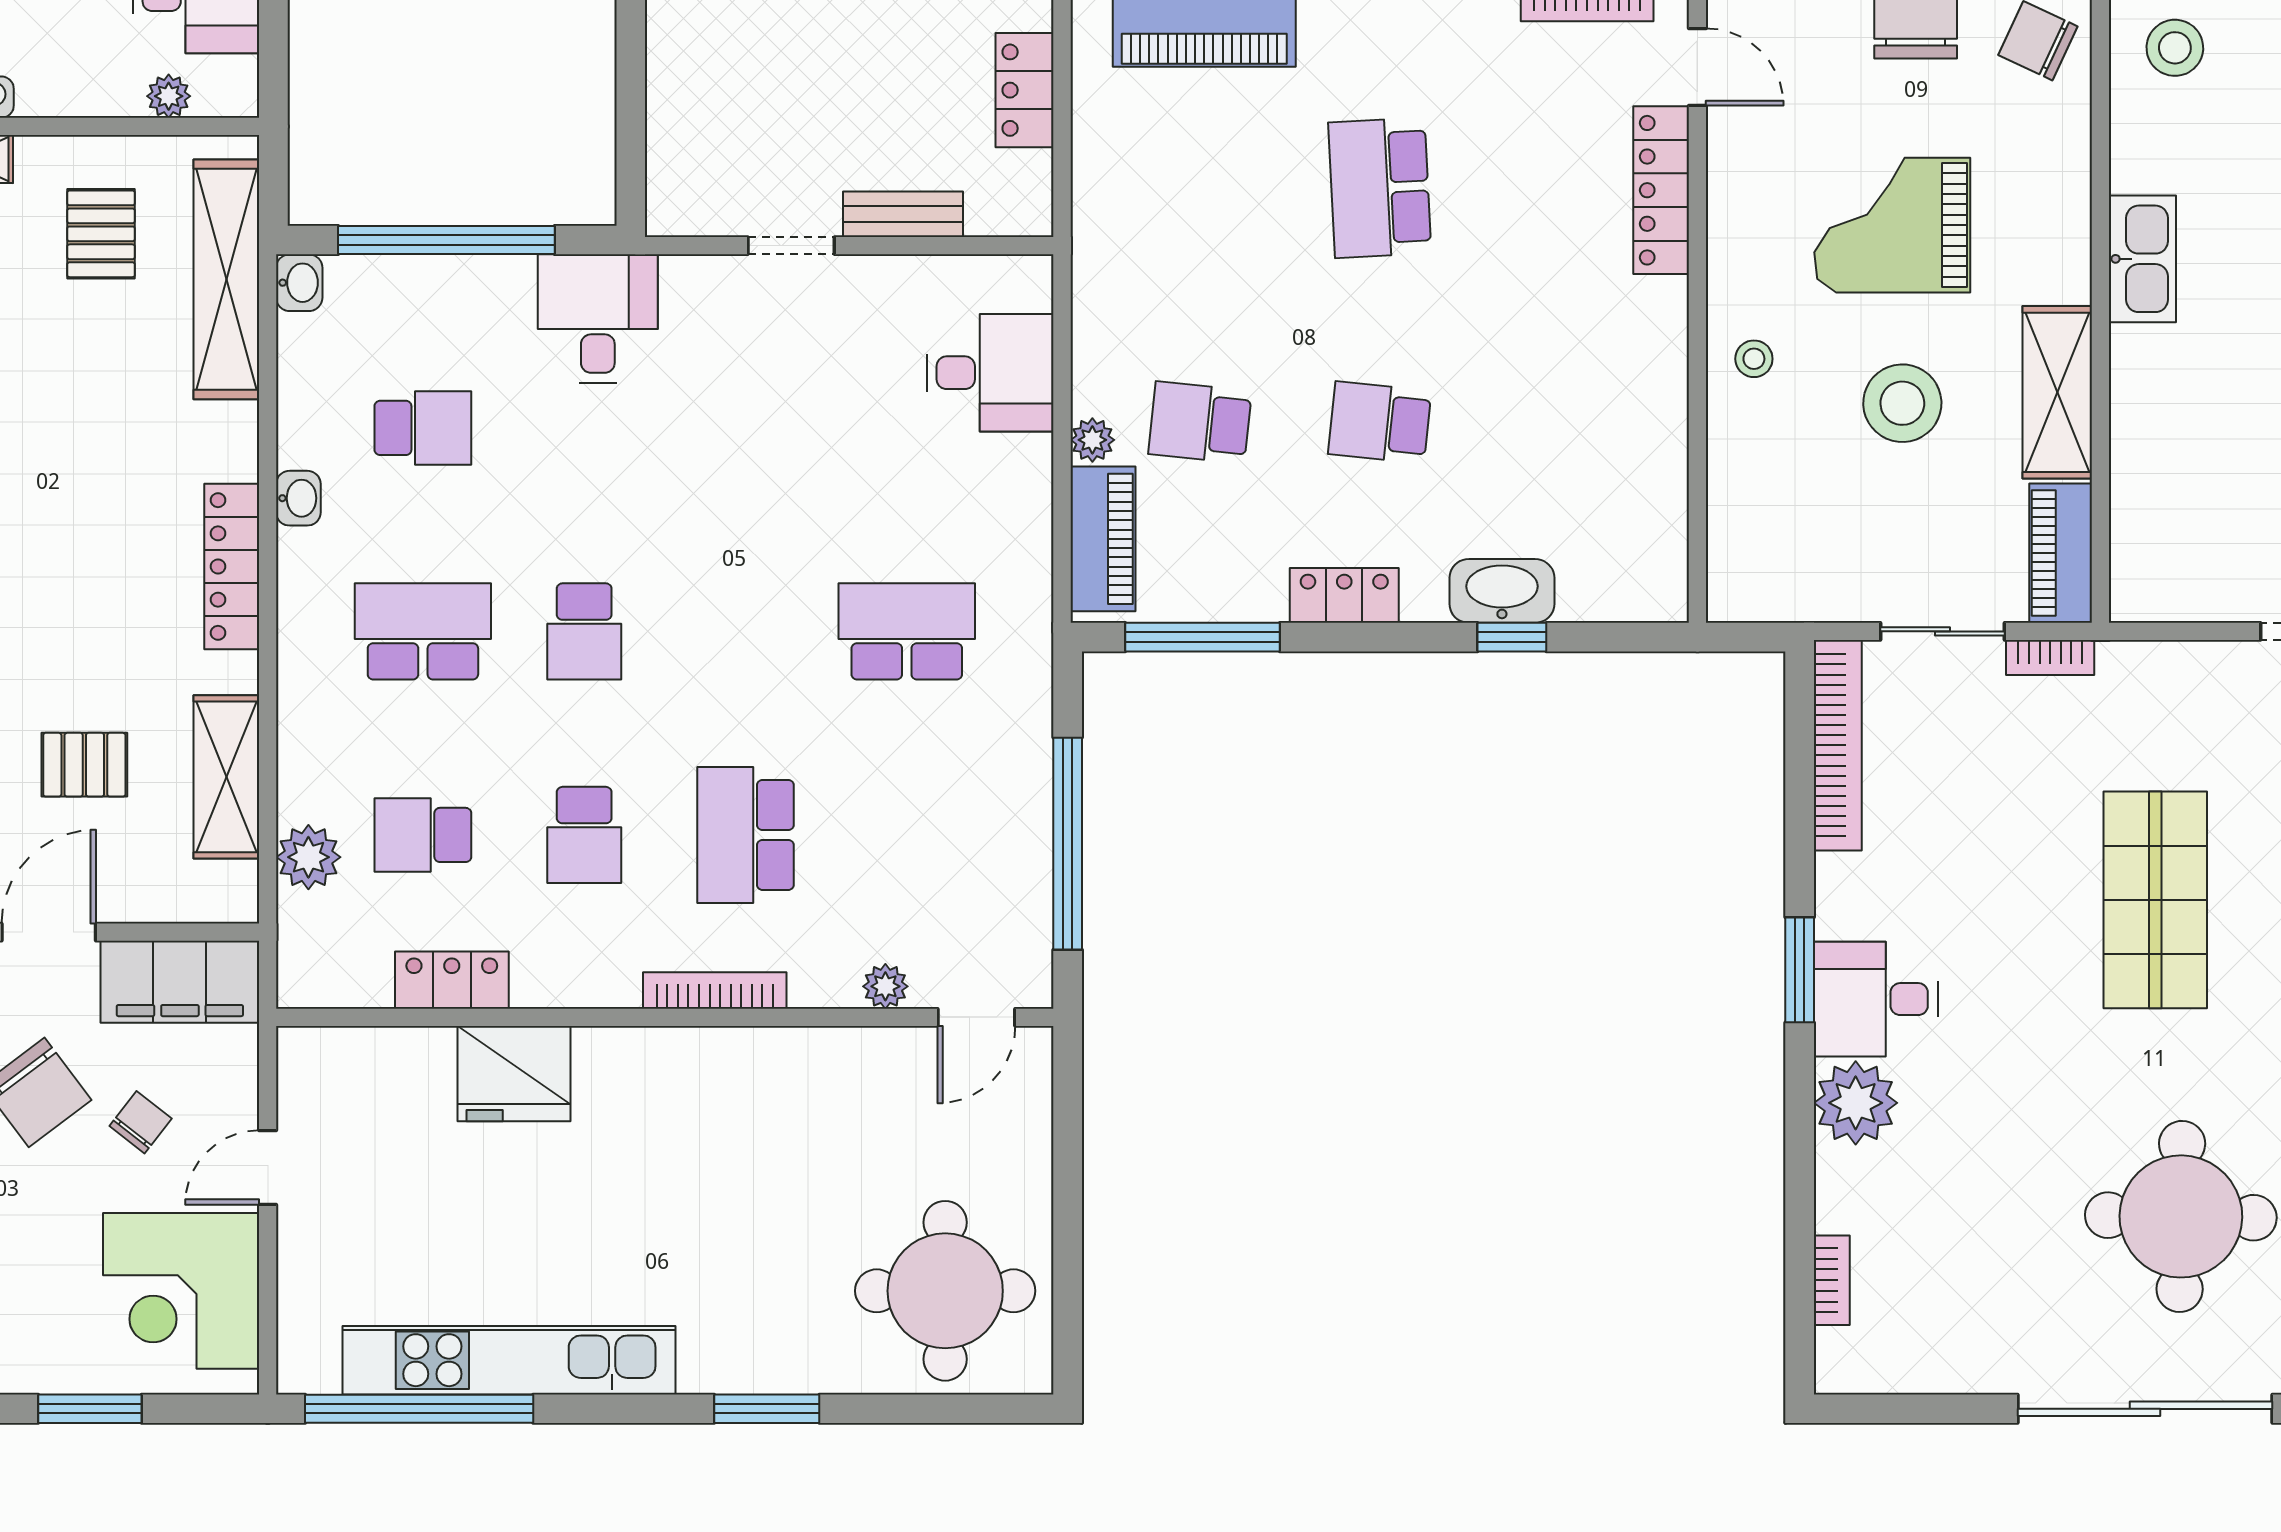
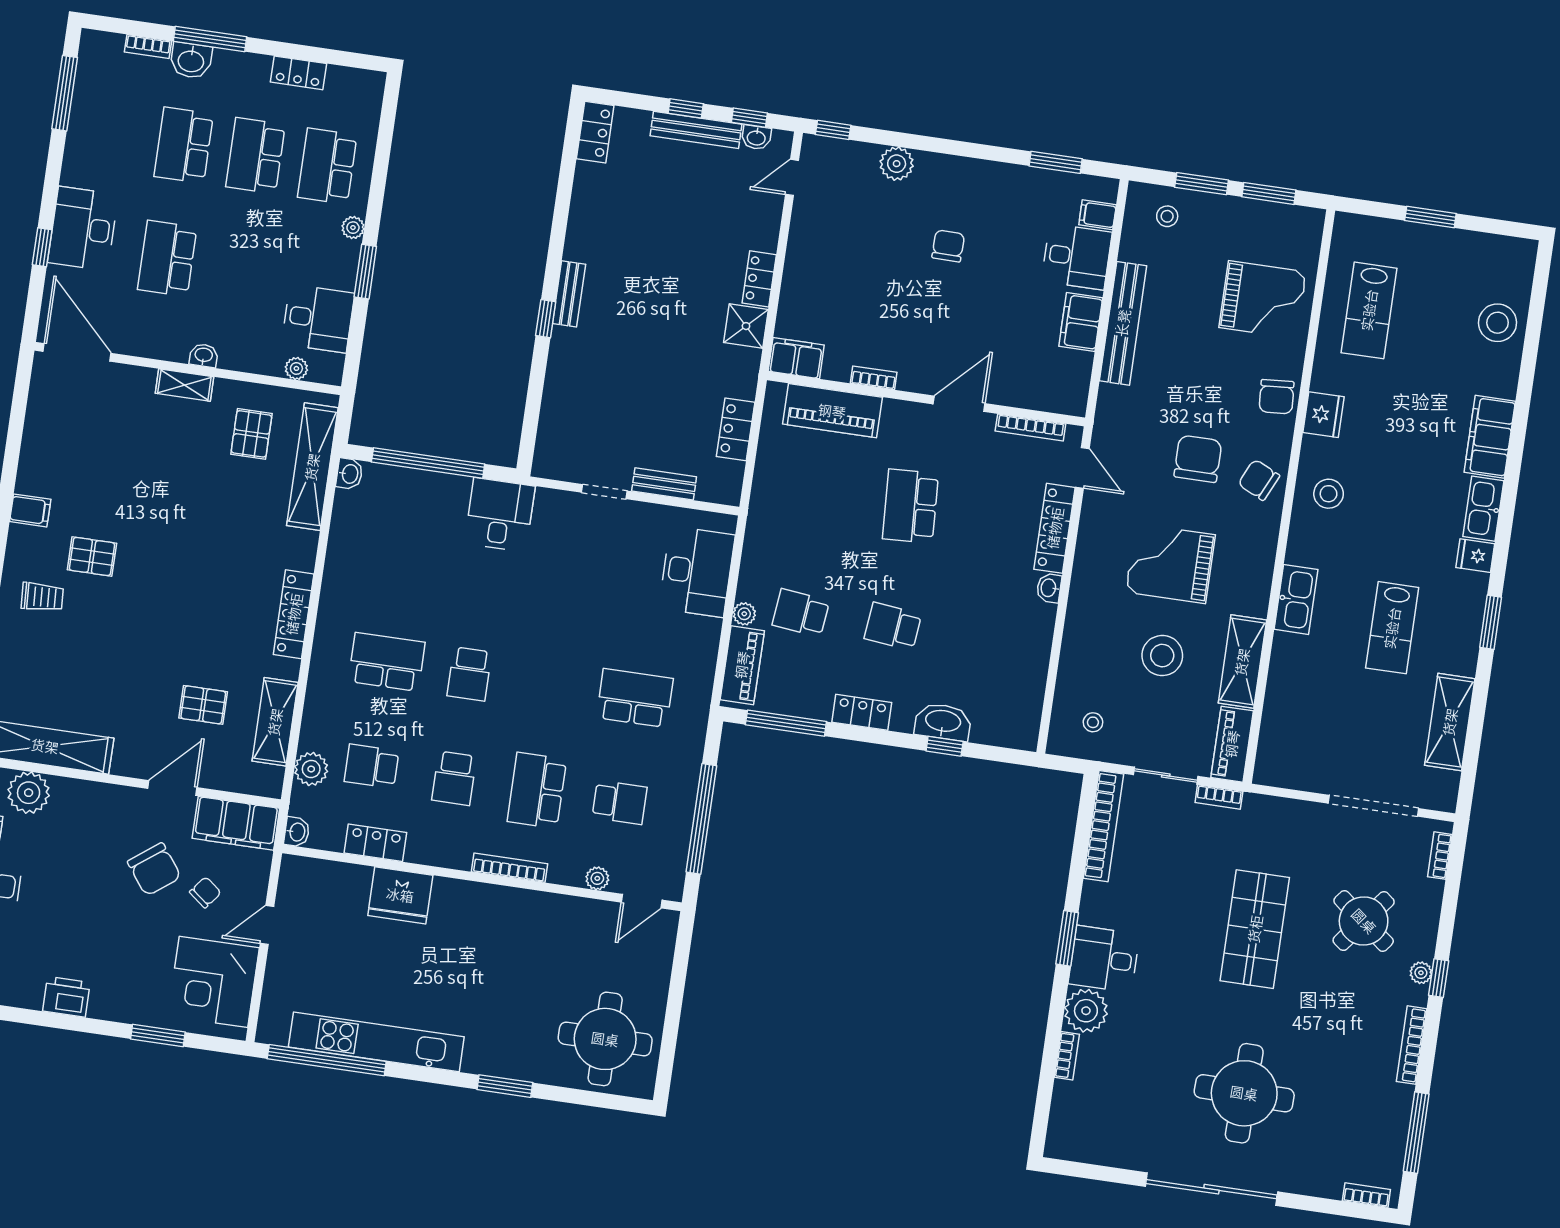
washbasin: (1667, 306) -> (1049, 588), added
stool: (1754, 359) -> (1093, 722), moved
desk: (990, 373) -> (697, 572), width x1.37
school desk: (423, 428) -> (620, 802), moved
washbasin: (298, 498) -> (297, 832), moved
bookcase: (1832, 1280) -> (1067, 1056), moved

